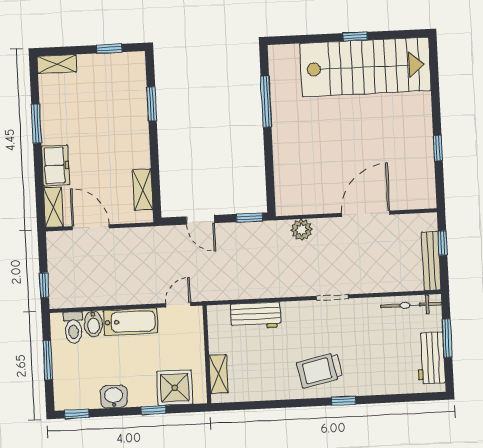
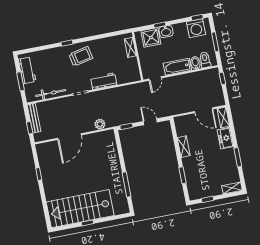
shelving: (143, 190) -> (184, 147), moved
bicycle: (411, 305) -> (51, 93), moved
workbench: (256, 316) -> (104, 81), moved
washing machine: (82, 393) -> (196, 28), added
washbasin: (114, 397) -> (166, 31), moved

